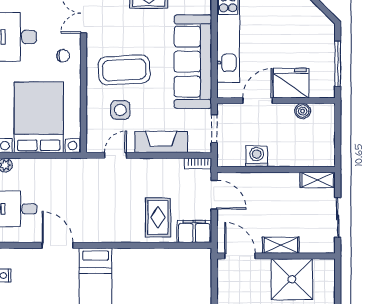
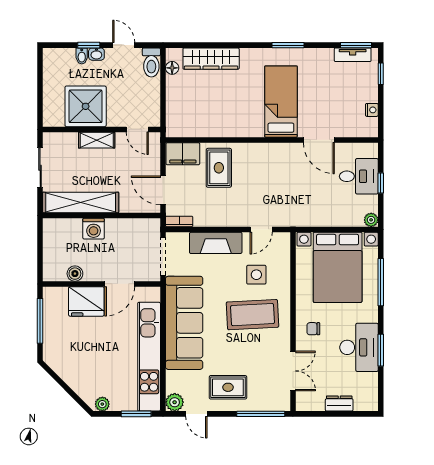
doorway: (214, 129) -> (163, 256), width x1.38
washing machine: (257, 156) -> (94, 229), moved
shelving: (318, 180) -> (81, 202), width x2.20, depth x1.33
door: (240, 256) -> (137, 129), width x0.73

